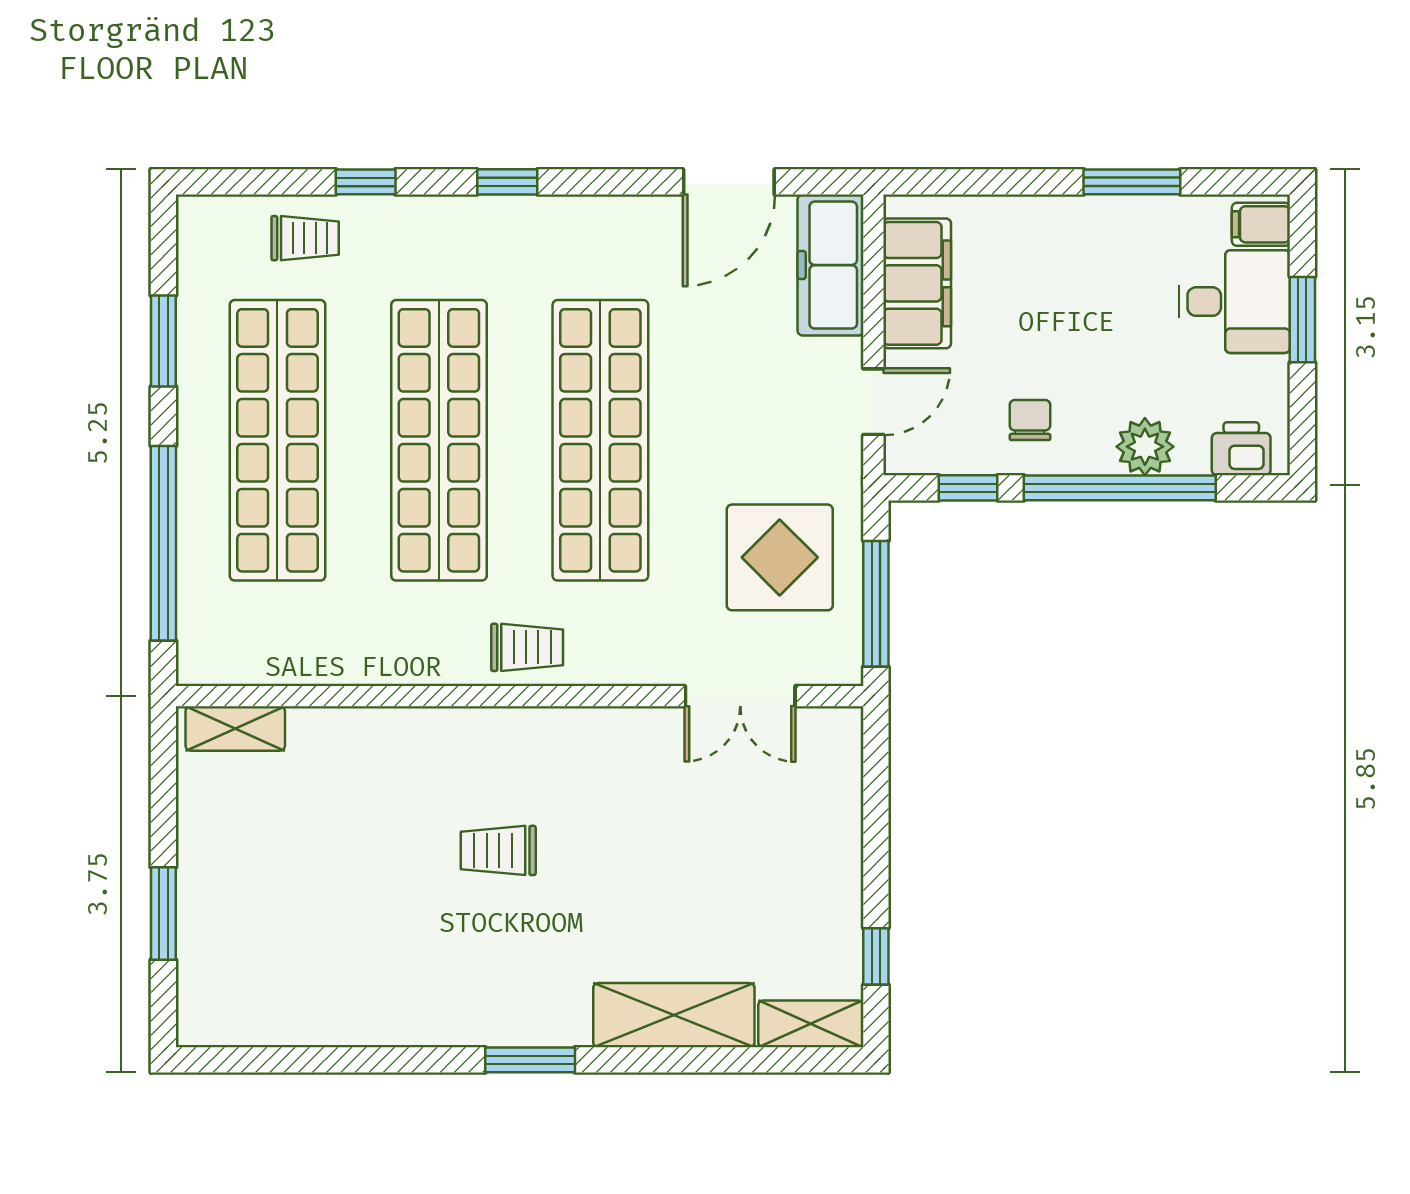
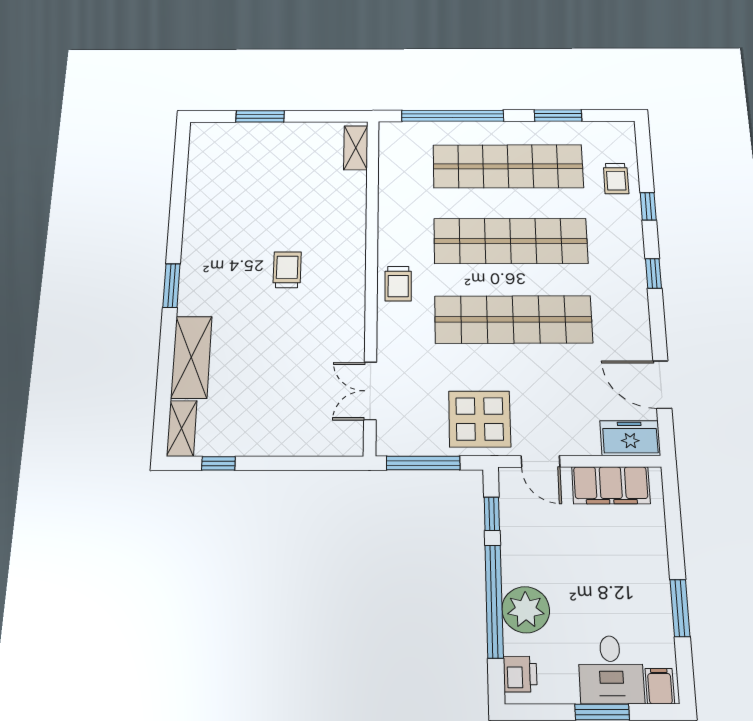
freezer: (831, 265) -> (630, 438), width x0.71
chair: (1030, 420) -> (533, 549), removed
plant: (1145, 447) -> (526, 610), width x1.36, depth x1.36
display table: (780, 557) -> (480, 419), moved

